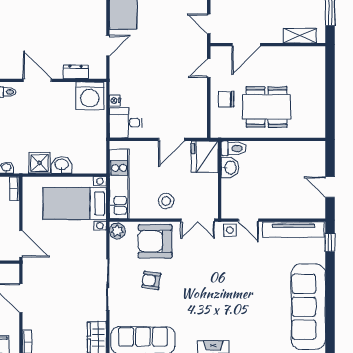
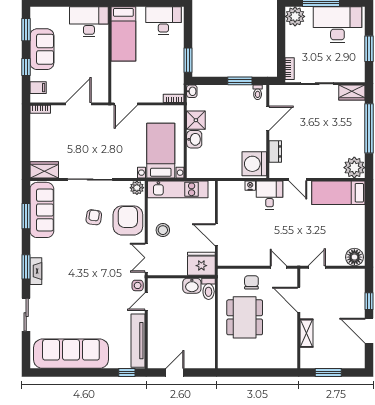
shelving: (300, 36) -> (307, 333), moved
desk: (126, 123) -> (270, 195), moved

